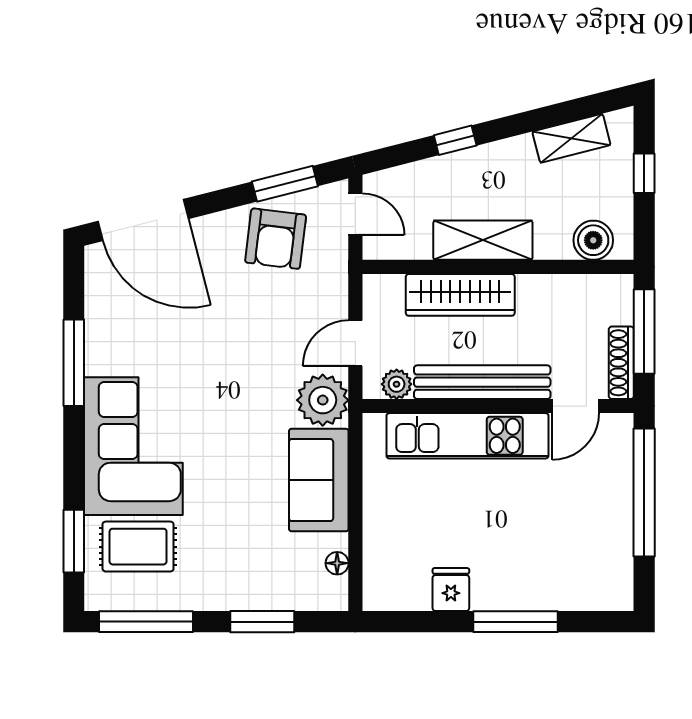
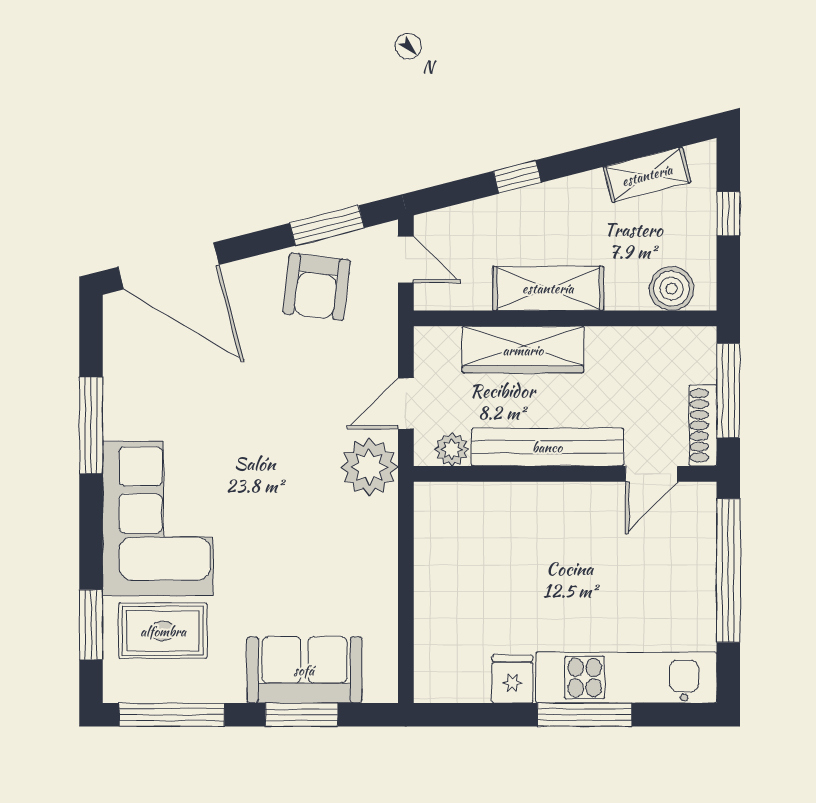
kitchen unit: (467, 436) -> (626, 678), moved, turned 180
sofa: (319, 480) -> (304, 670), moved, turned 90
floor lamp: (337, 563) -> (385, 649), removed

